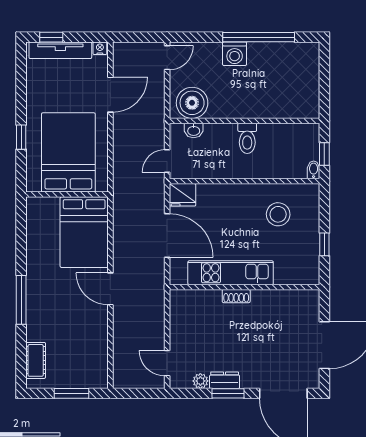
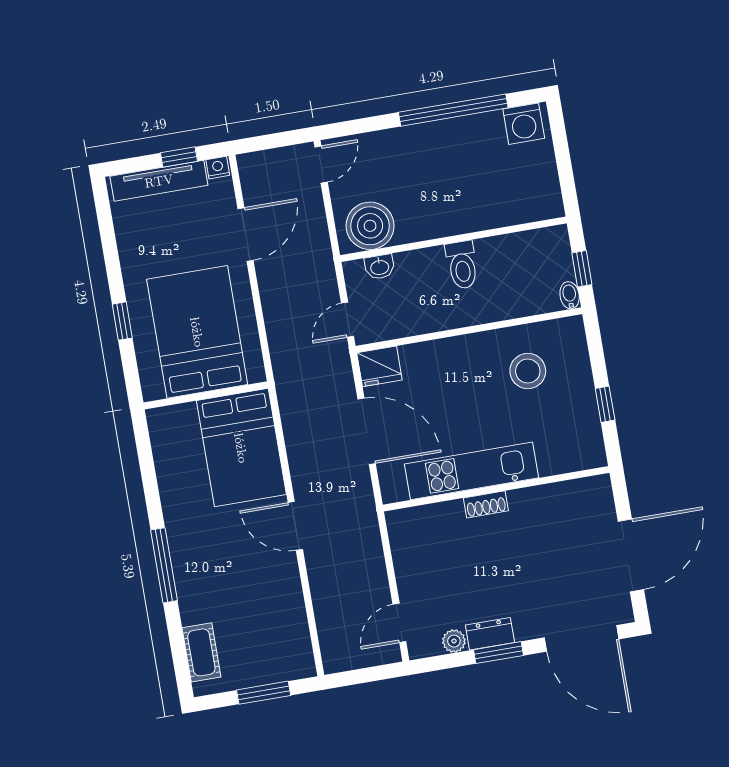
window: (51, 37) -> (179, 157), moved
washing machine: (235, 54) -> (524, 124), moved
door: (167, 363) -> (399, 623), hinge flipped

